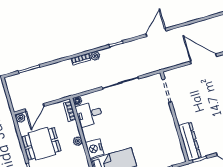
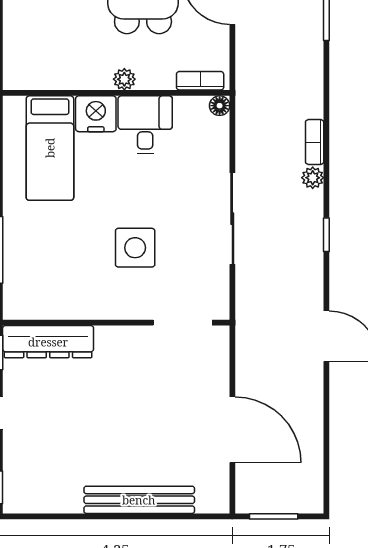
door: (203, 59) -> (232, 430), hinge flipped
desk: (89, 114) -> (145, 125), moved
side table: (143, 118) -> (135, 248), added

